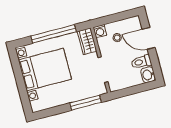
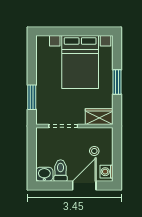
washing machine: (100, 31) -> (106, 172), moved
window: (54, 34) -> (117, 82), width x0.47
window: (86, 103) -> (32, 97), width x0.69

